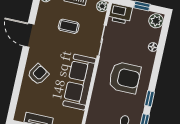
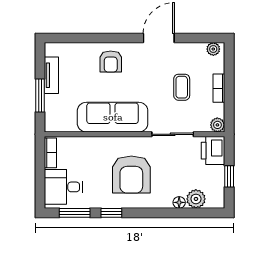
plant: (156, 21) -> (196, 199), moved
armchair: (38, 74) -> (111, 62), turned 58

